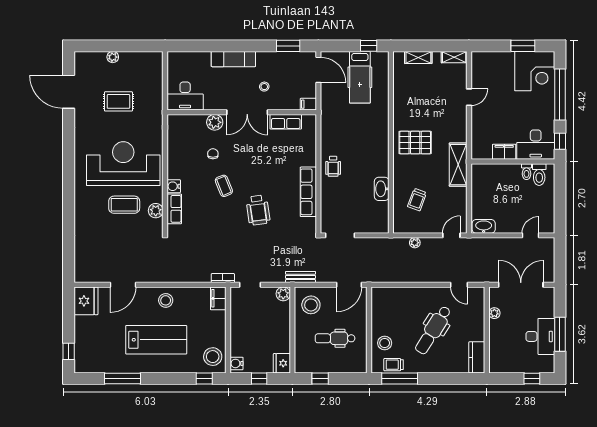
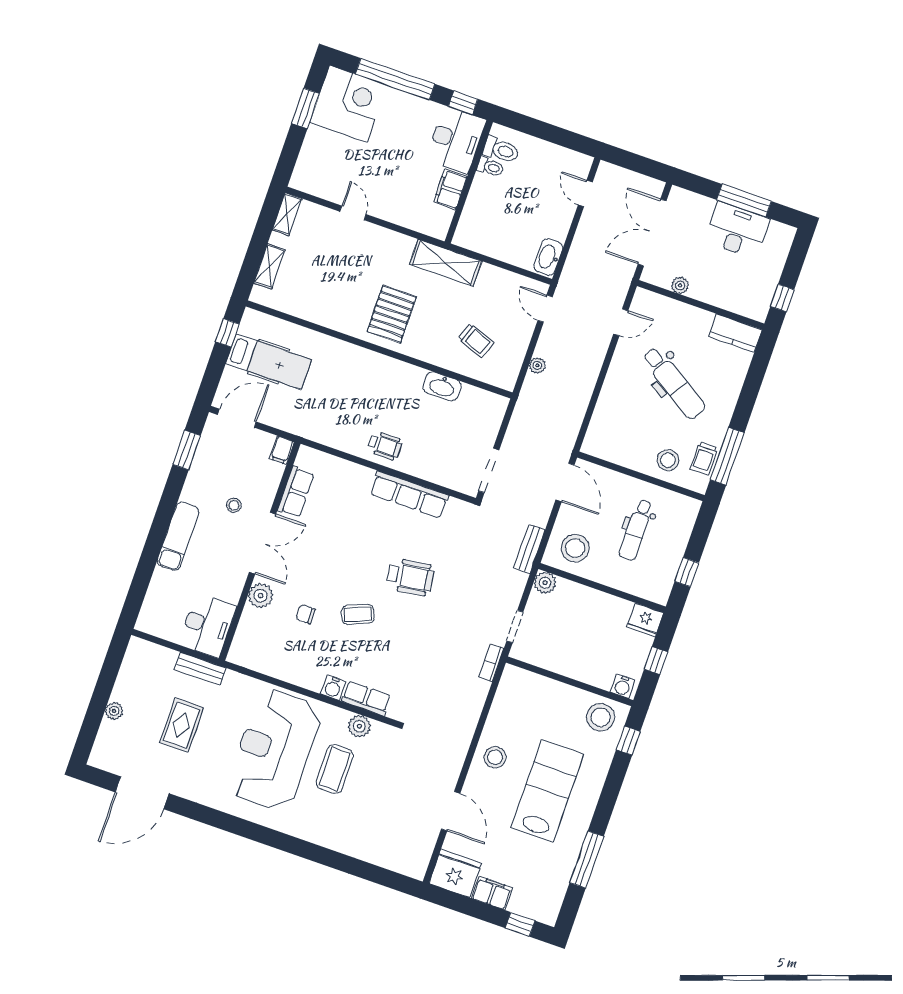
bench: (157, 101) -> (200, 669), added
filing cabinet: (218, 298) -> (492, 893), moved, turned 180
window: (532, 378) -> (782, 298), moved

